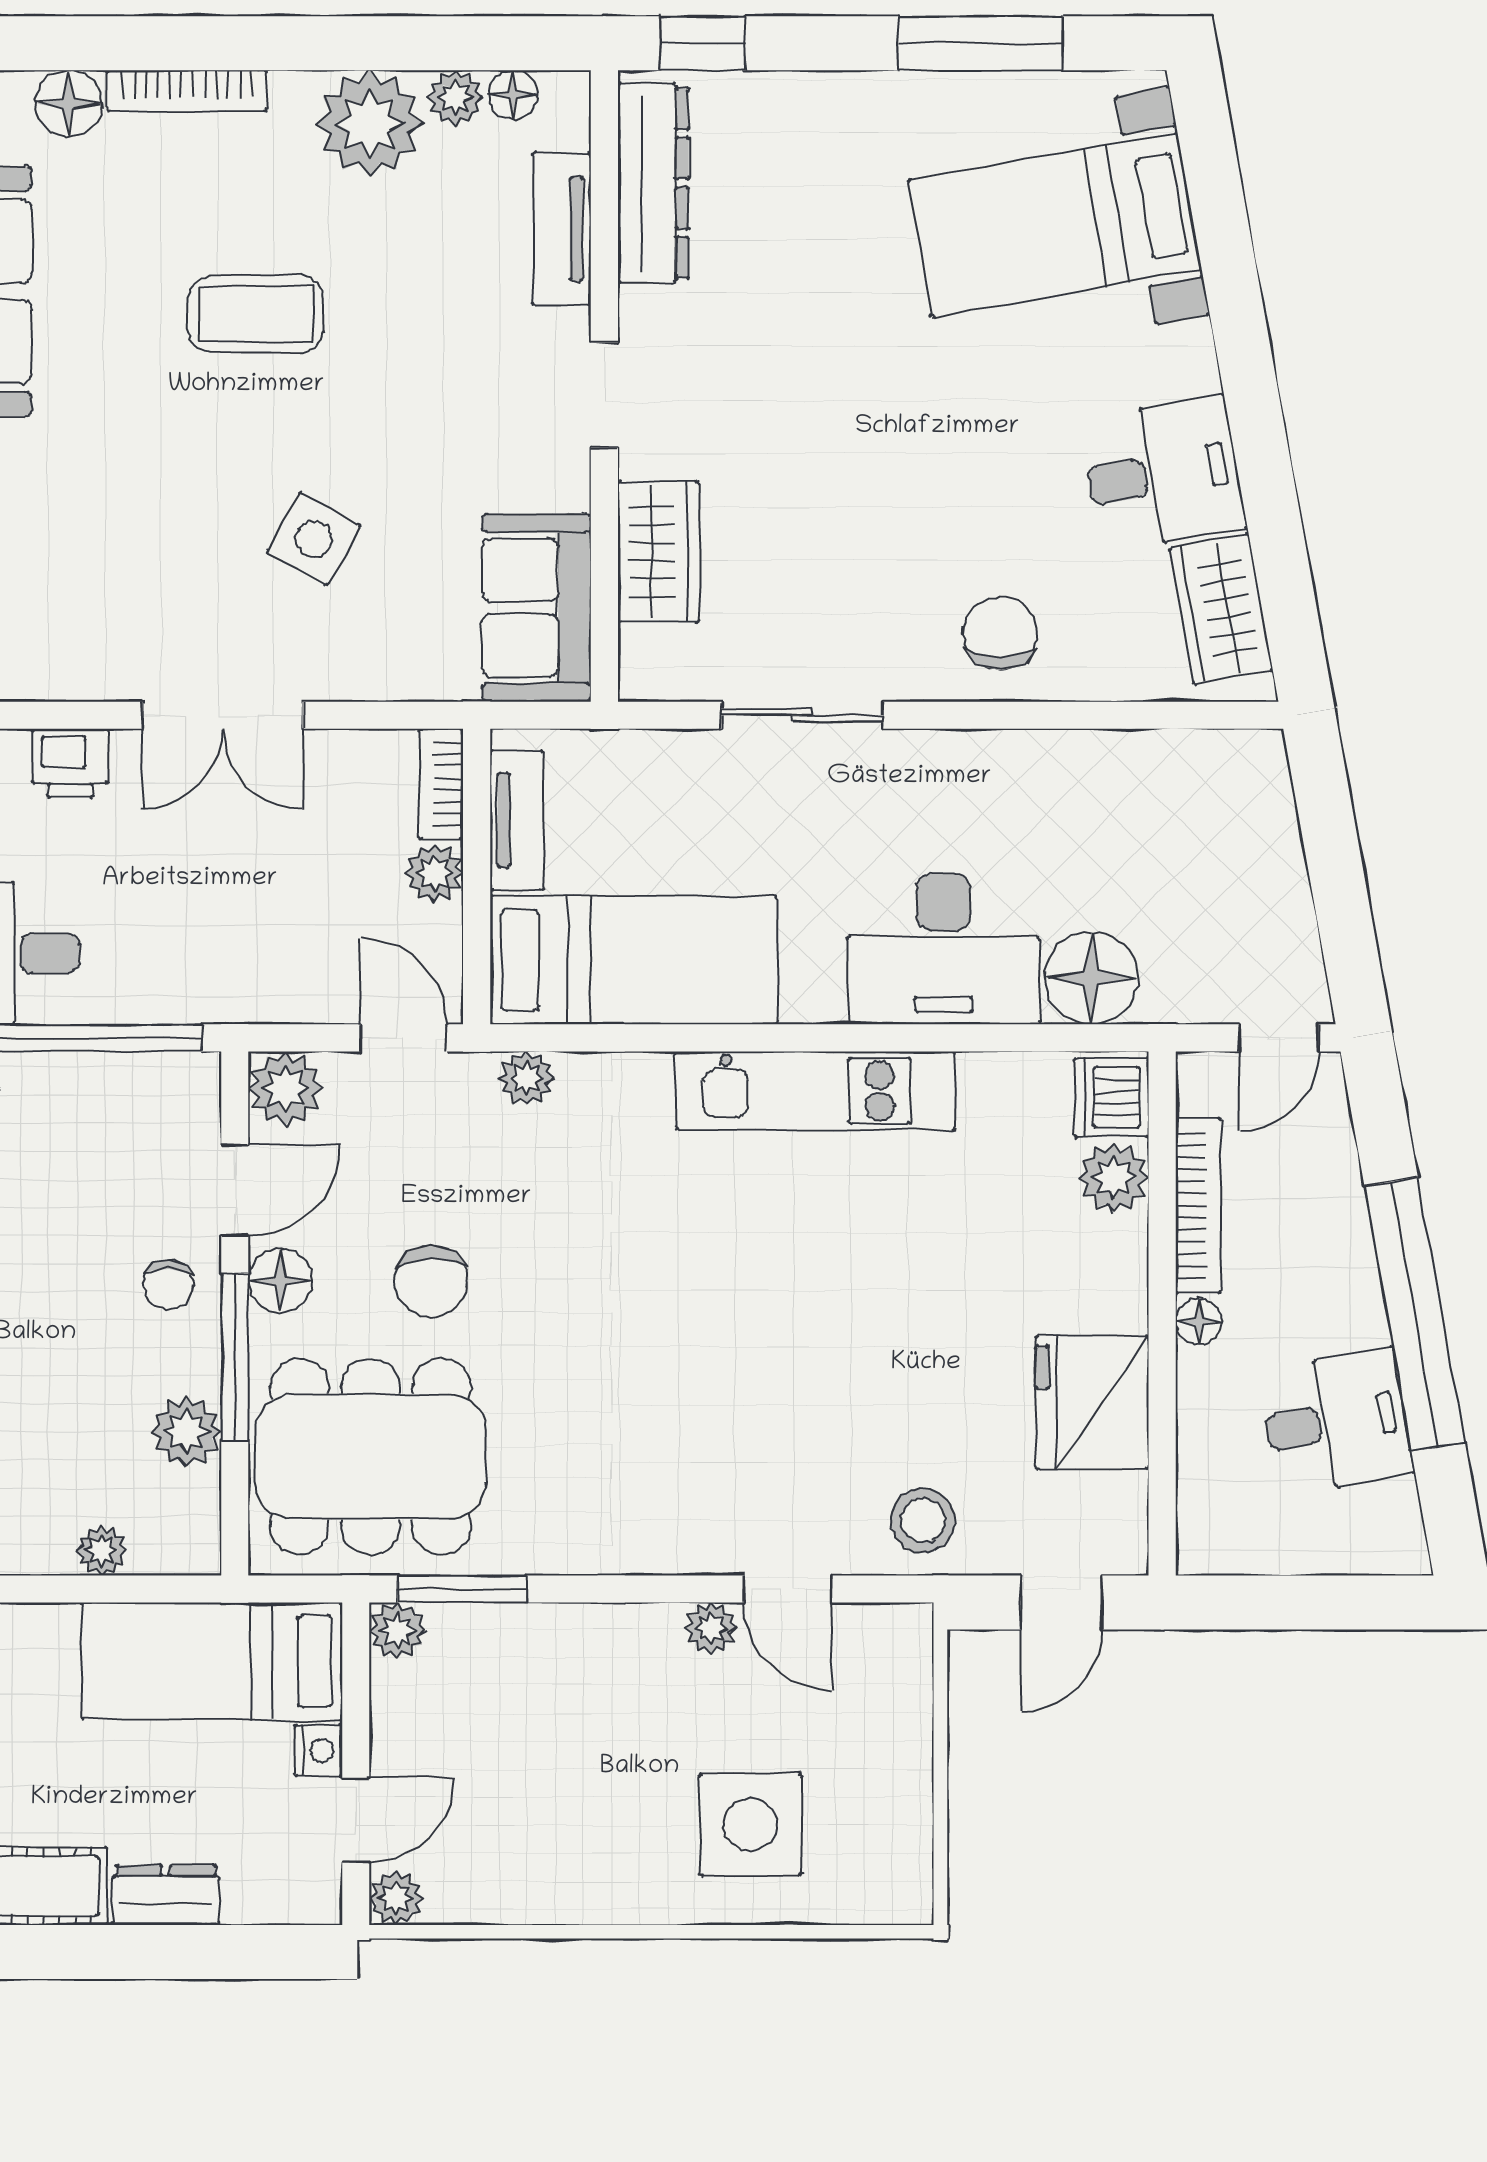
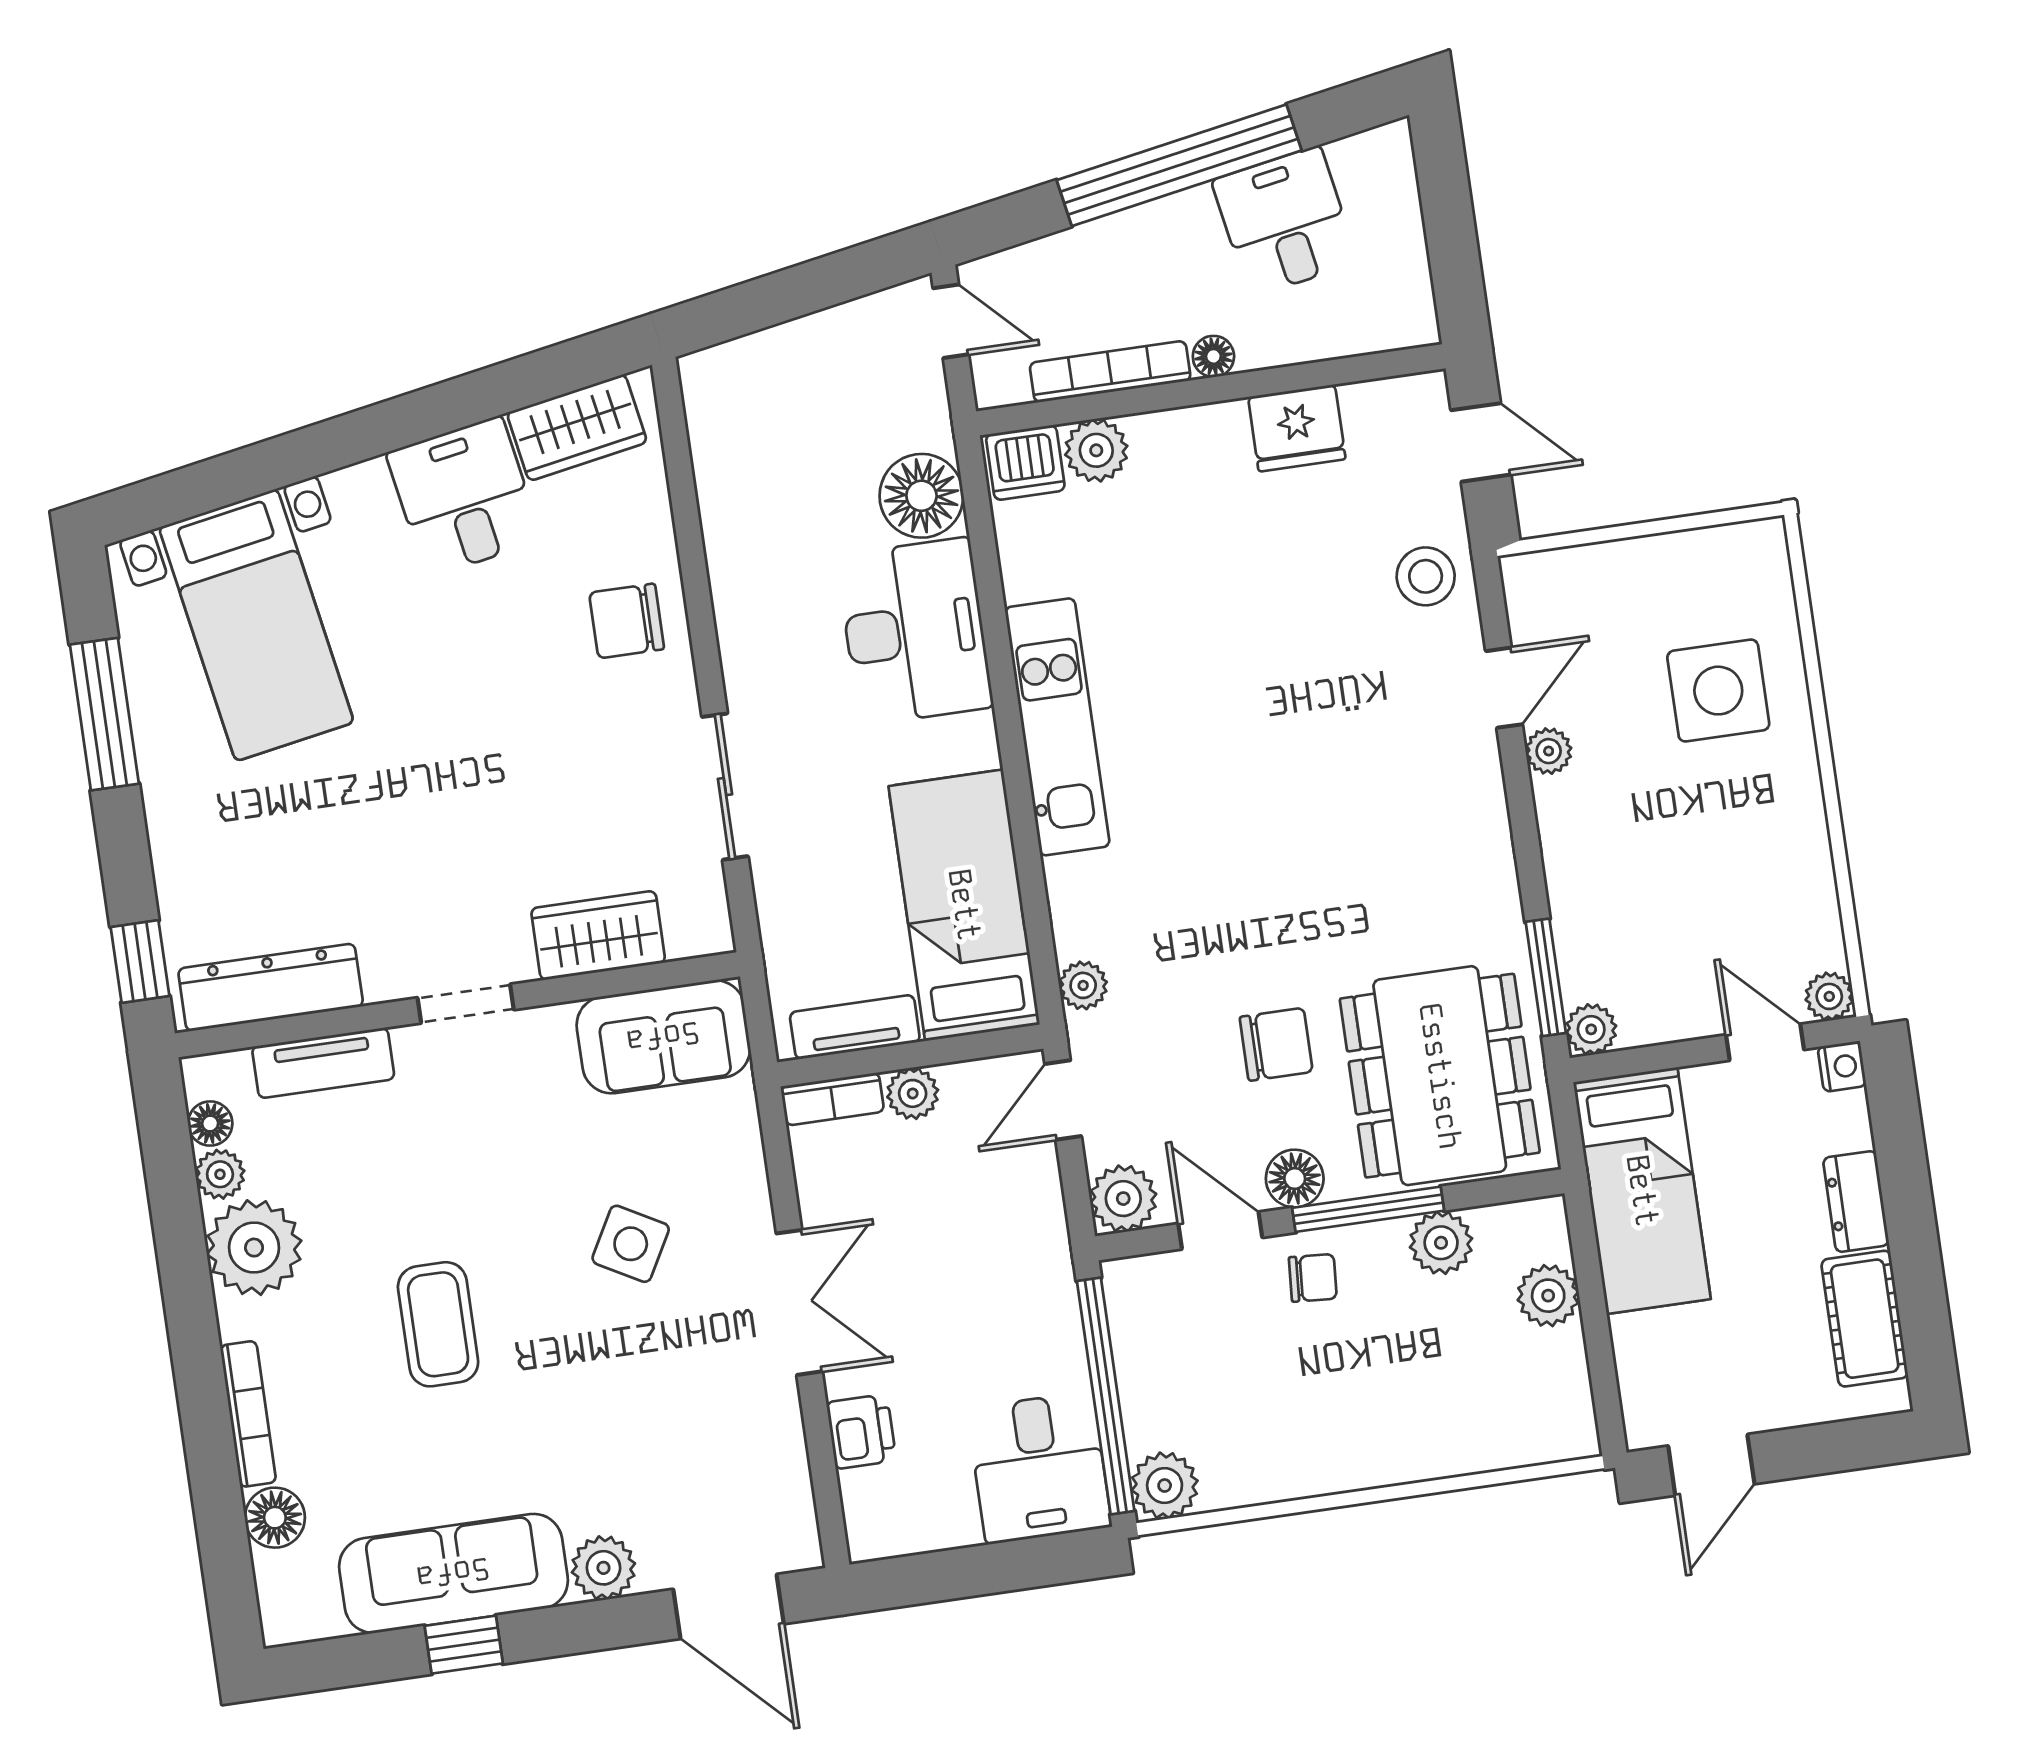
fridge: (1092, 1402) -> (1297, 428), width x0.73, depth x0.75
plant: (102, 1551) -> (1548, 1296), width x1.38, depth x1.38
nightstand: (318, 1751) -> (1842, 1066), moved, turned 90

